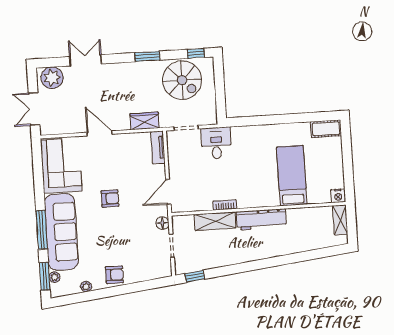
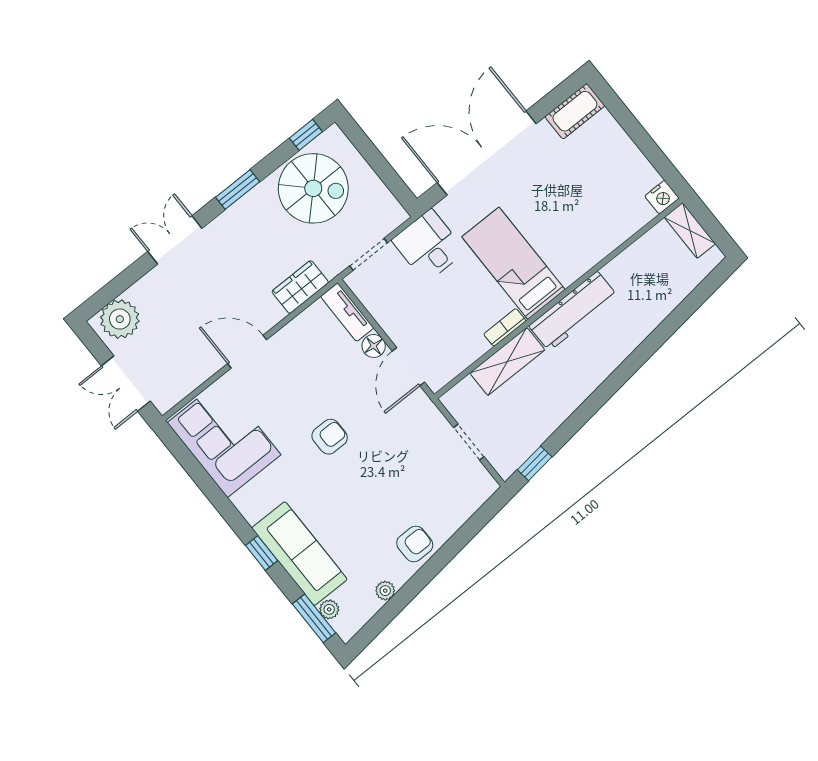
double door: (86, 60) -> (175, 240), moved
double door: (272, 120) -> (487, 153), added
bed: (292, 176) -> (513, 263), moved
floor lamp: (162, 223) -> (374, 346), moved
window: (42, 230) -> (262, 553), width x0.46
sofa: (61, 232) -> (299, 554), width x0.74, depth x0.79

